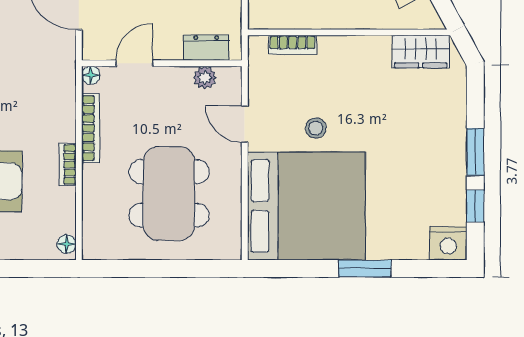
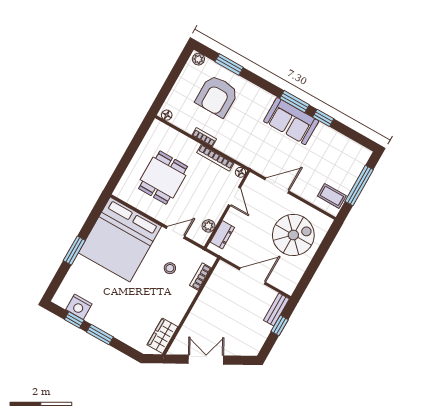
stool: (316, 128) -> (170, 268), moved
dining table: (169, 193) -> (163, 178), width x0.73
nightstand: (448, 243) -> (79, 307), moved, turned -90

